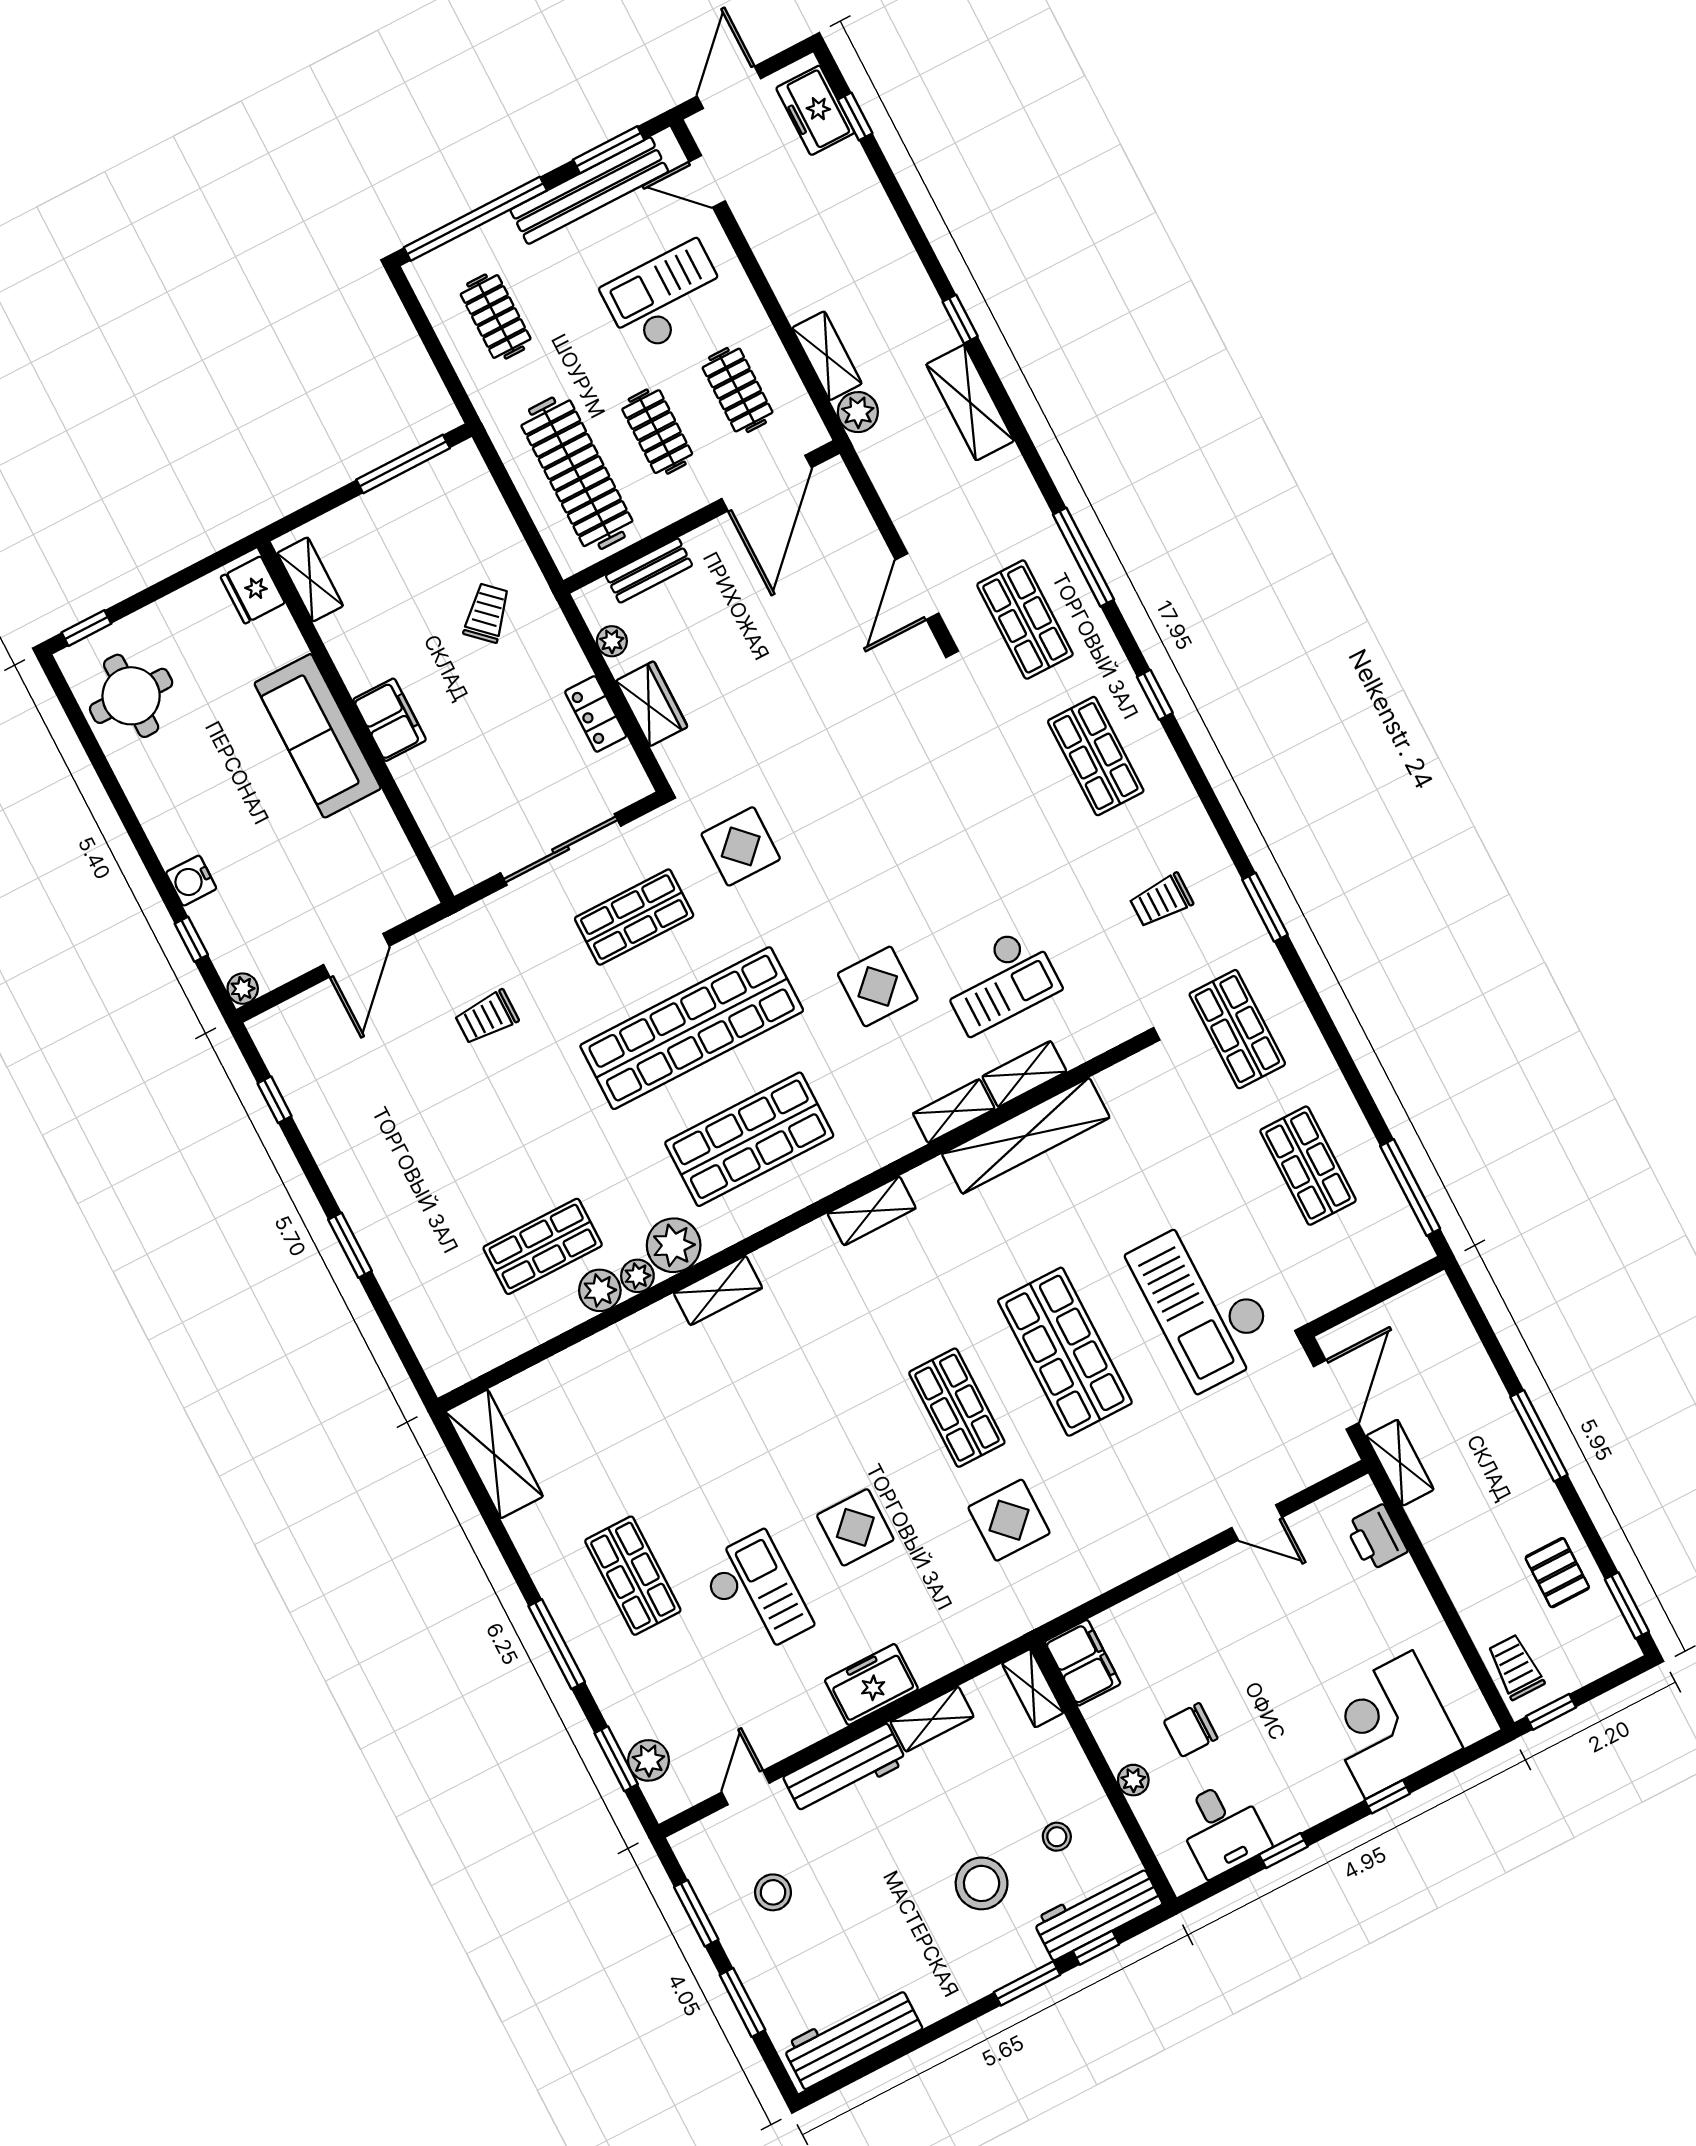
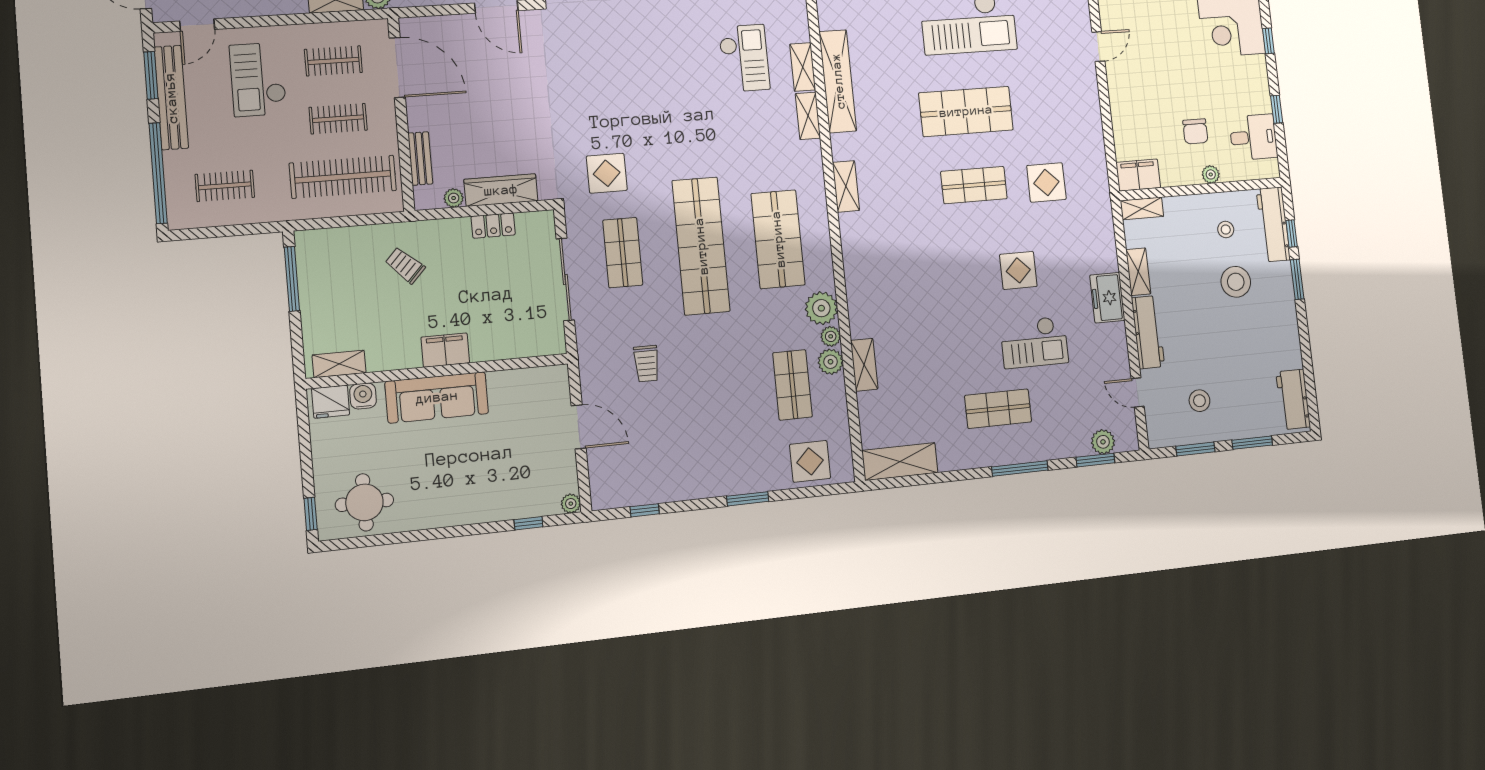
wardrobe: (652, 704) -> (501, 190), width x1.50
water cooler: (191, 881) -> (363, 396), moved, turned 180
display table: (878, 986) -> (810, 461), moved
shelving: (718, 1290) -> (864, 365), moved
checkout: (756, 1594) -> (1034, 342), turned 180
workbench: (852, 2037) -> (1293, 399), width x0.73

